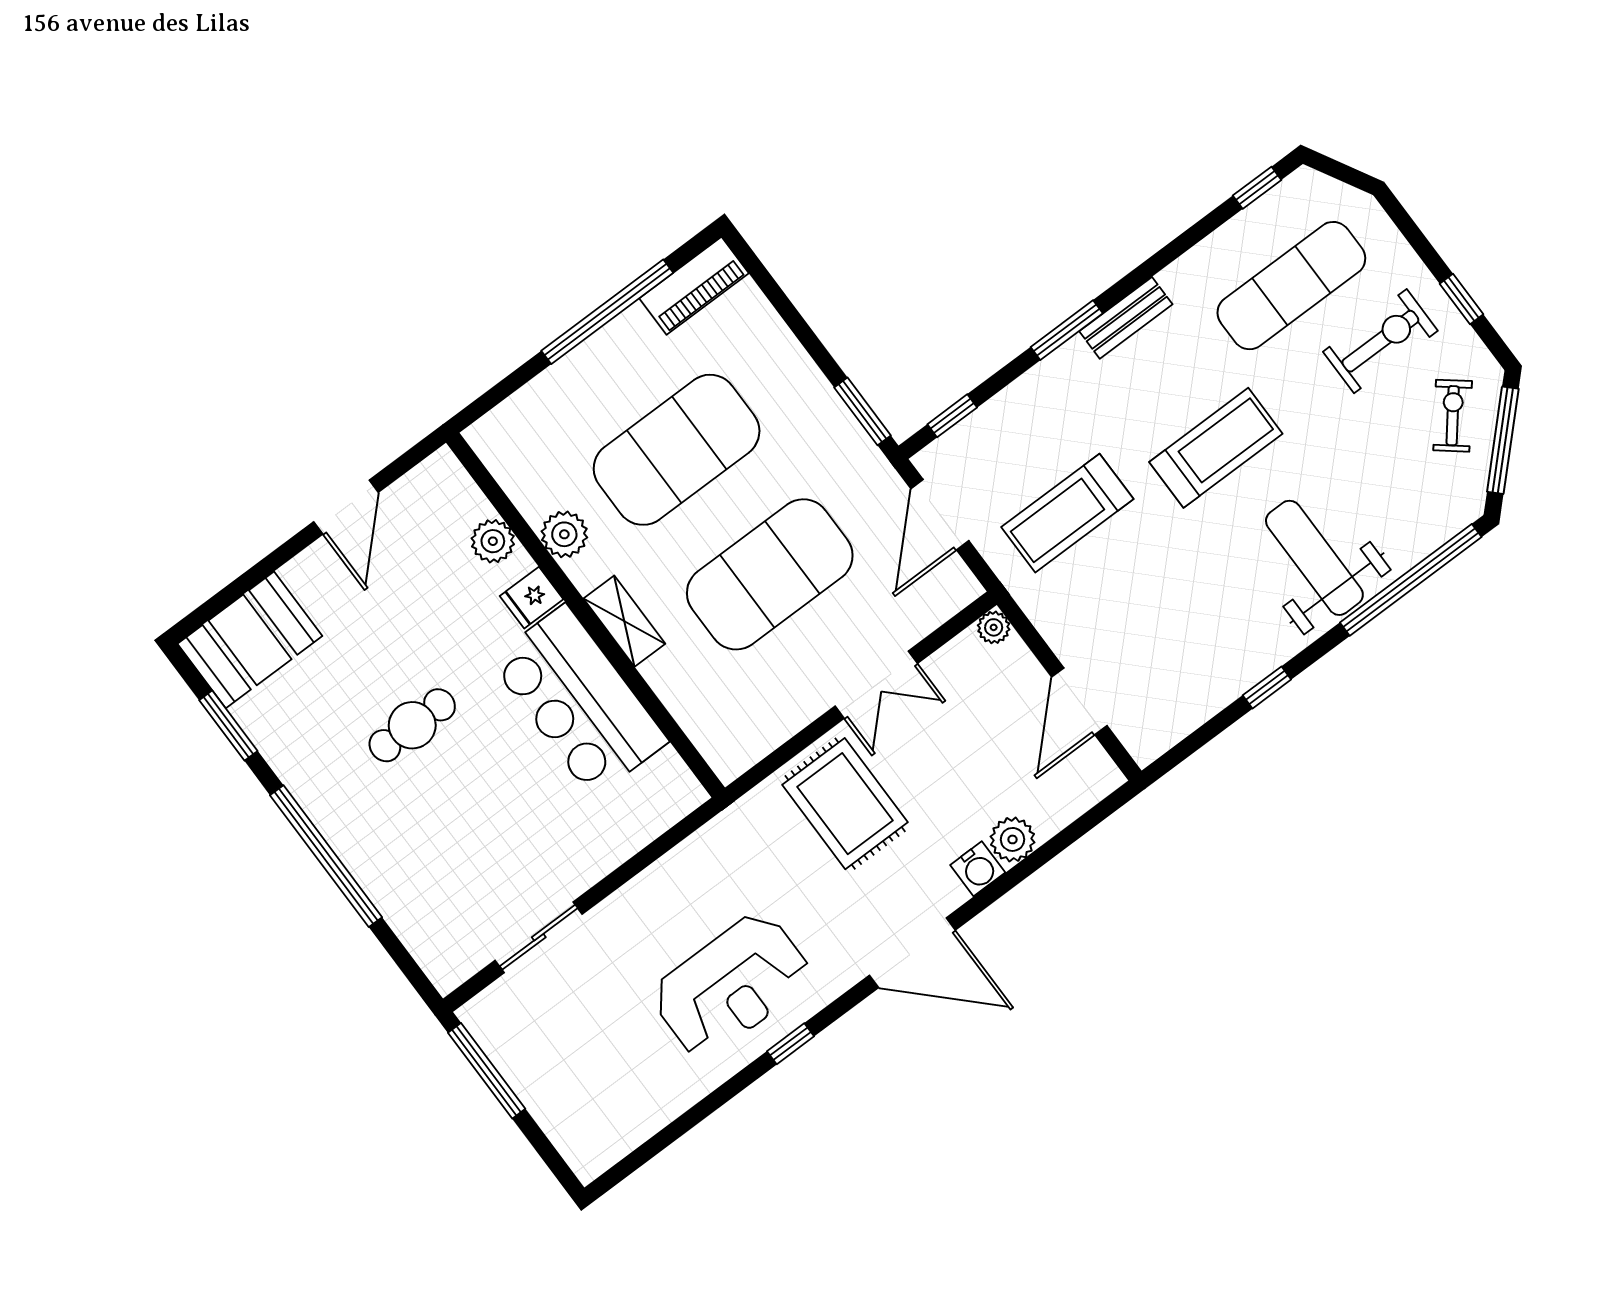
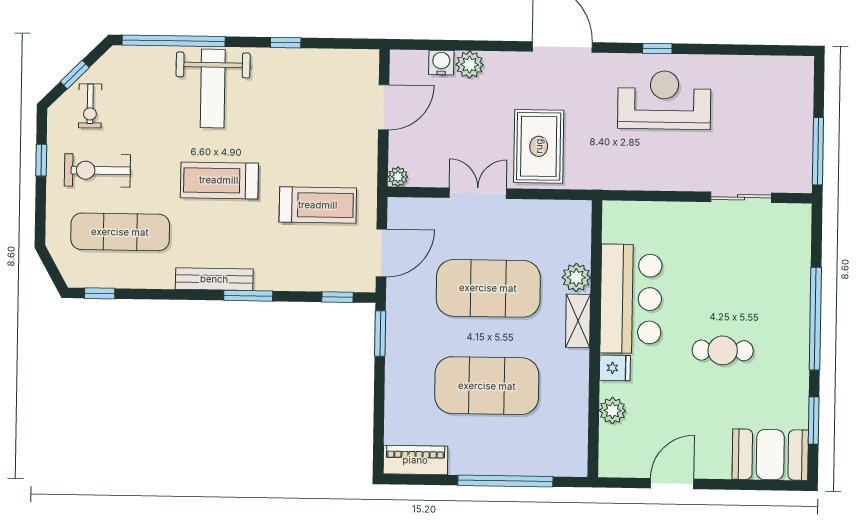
window: (607, 312) -> (505, 481), moved
bench: (1126, 318) -> (214, 279), width x1.36
exercise bike: (1453, 416) -> (90, 106), turned -39
window: (1503, 440) -> (75, 75), width x0.46
plant: (564, 534) -> (576, 278), moved
water cooler: (978, 869) -> (441, 63), moved

